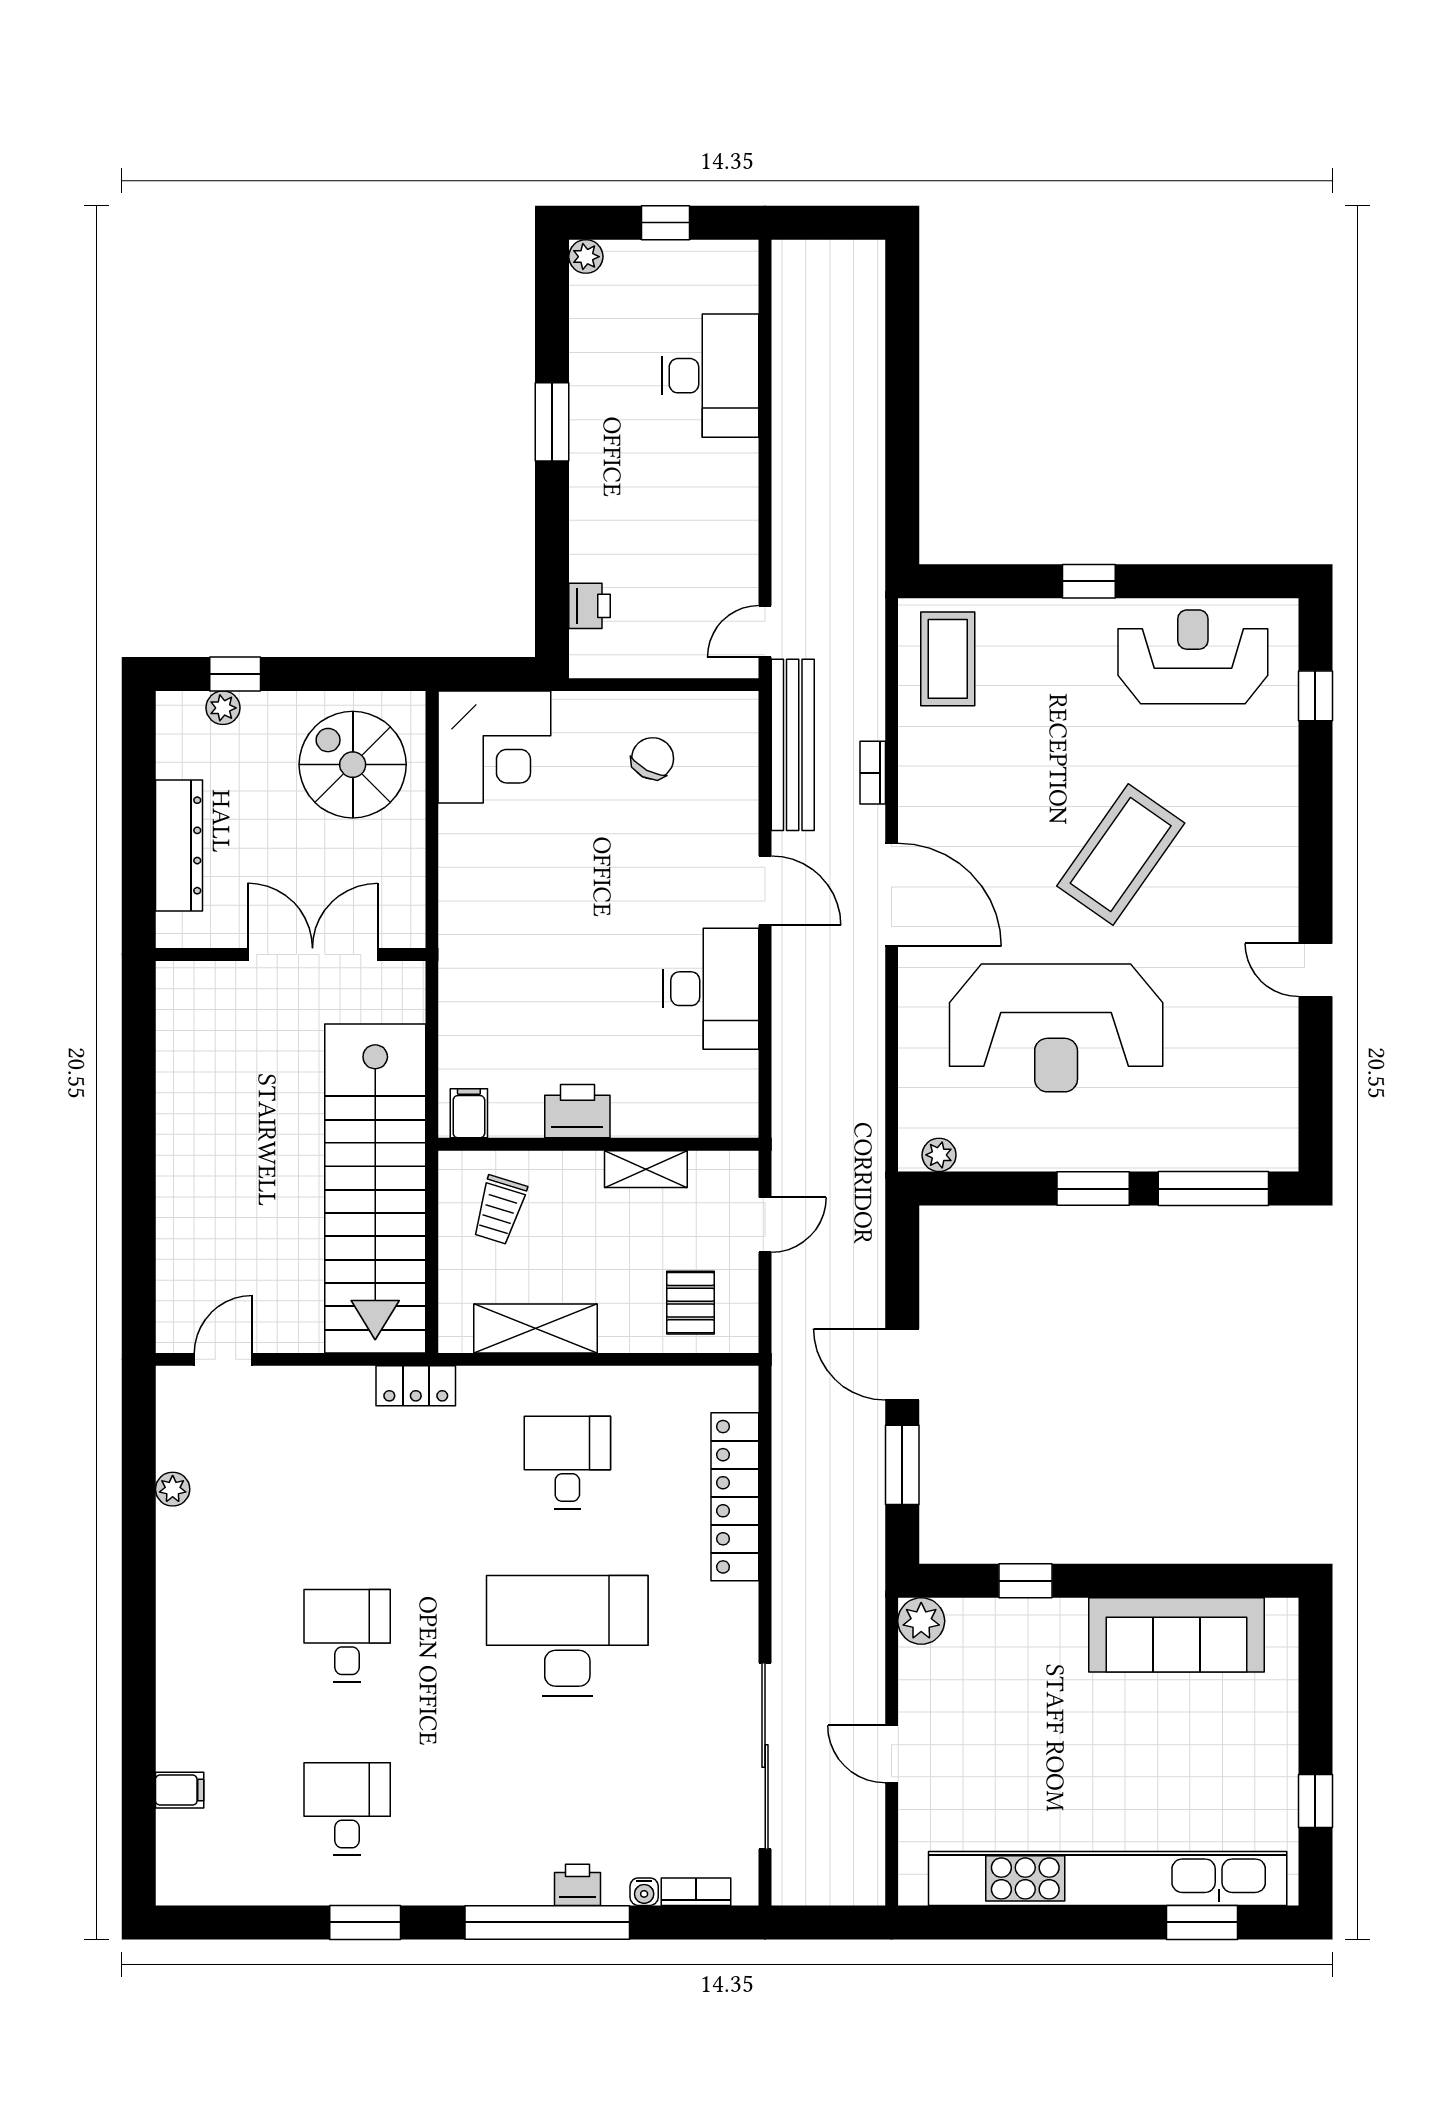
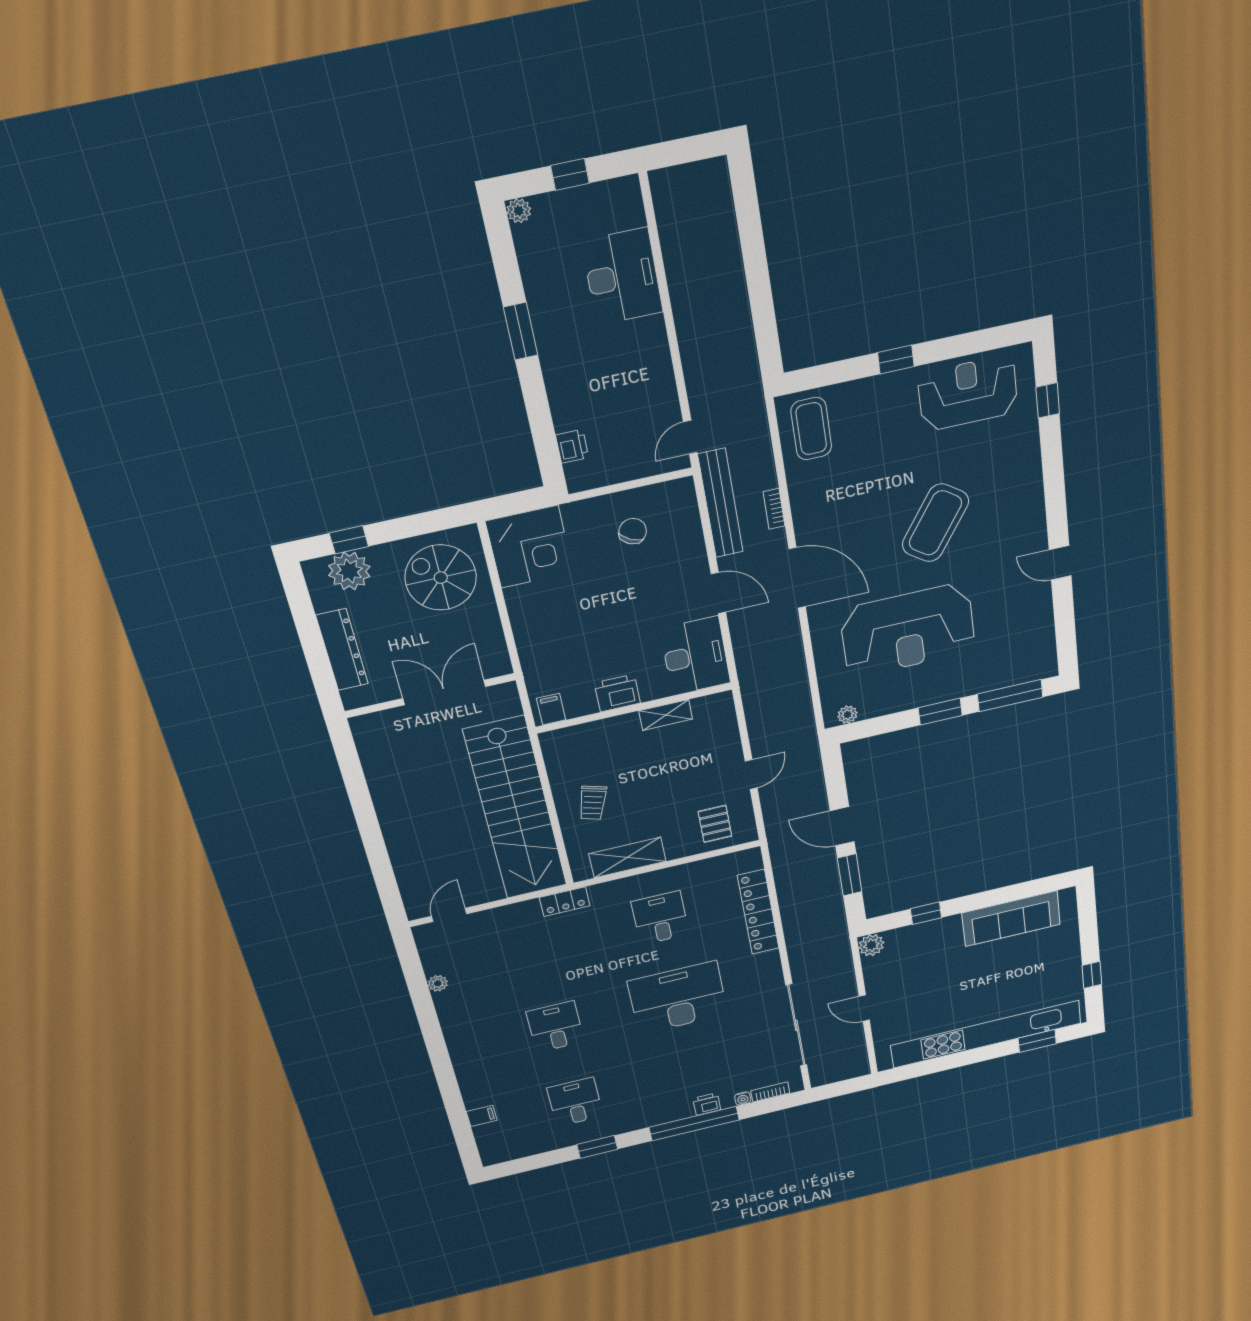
plant: (223, 708) -> (349, 571), width x1.87, depth x1.87
printer: (577, 1111) -> (617, 693), moved
filing cabinet: (469, 1113) -> (551, 709), moved
wall: (598, 1144) -> (634, 708), moved
shelving: (646, 1169) -> (666, 715), moved

